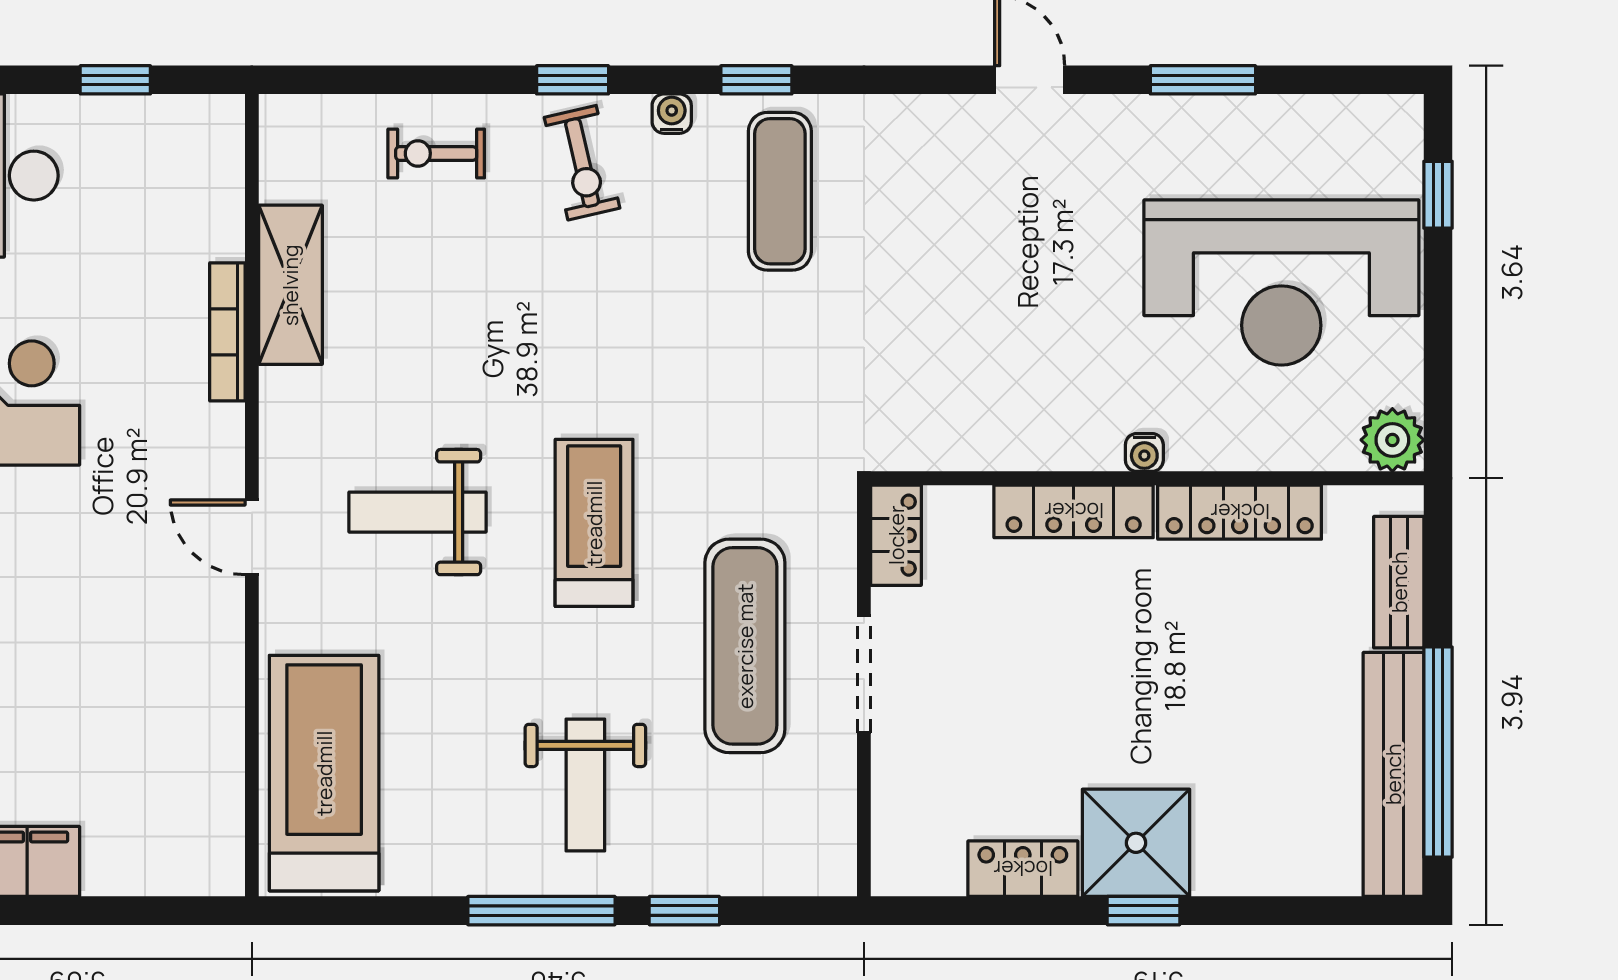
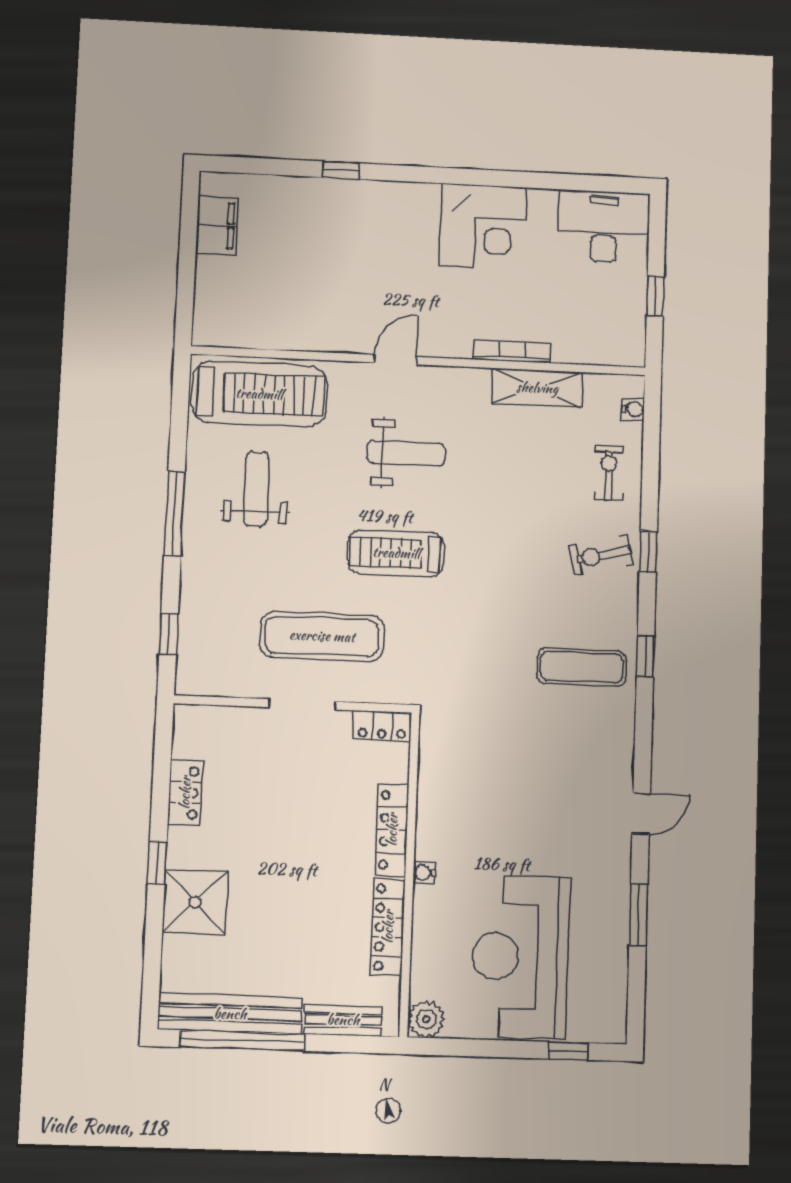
water cooler: (672, 114) -> (633, 409), moved
weight bench: (417, 512) -> (406, 453), turned 90
treadmill: (594, 523) -> (396, 553), turned 180
weight bench: (585, 785) -> (256, 489), moved, turned 90
shower: (1136, 843) -> (195, 902), moved
window: (684, 911) -> (169, 634), moved

